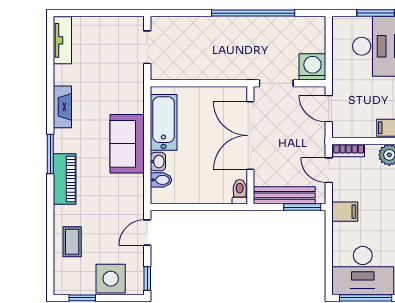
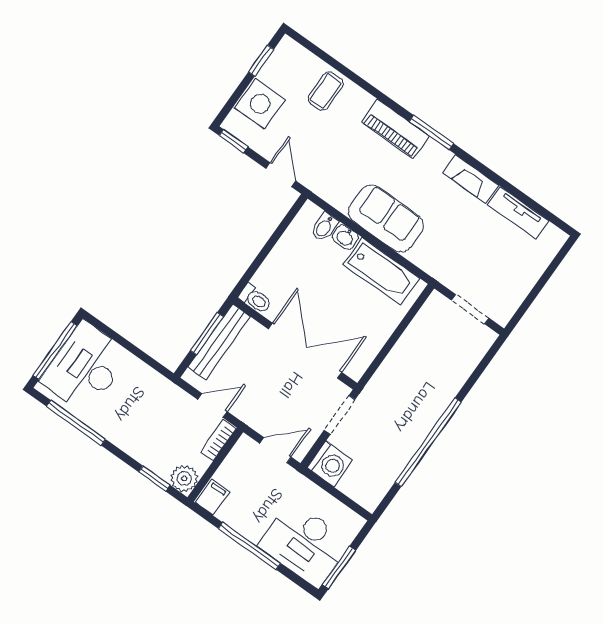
tv unit: (62, 40) -> (518, 213), moved
window: (302, 207) -> (207, 334), moved
filing cabinet: (345, 212) -> (158, 392), removed
coffee table: (72, 242) -> (326, 91), turned 90

